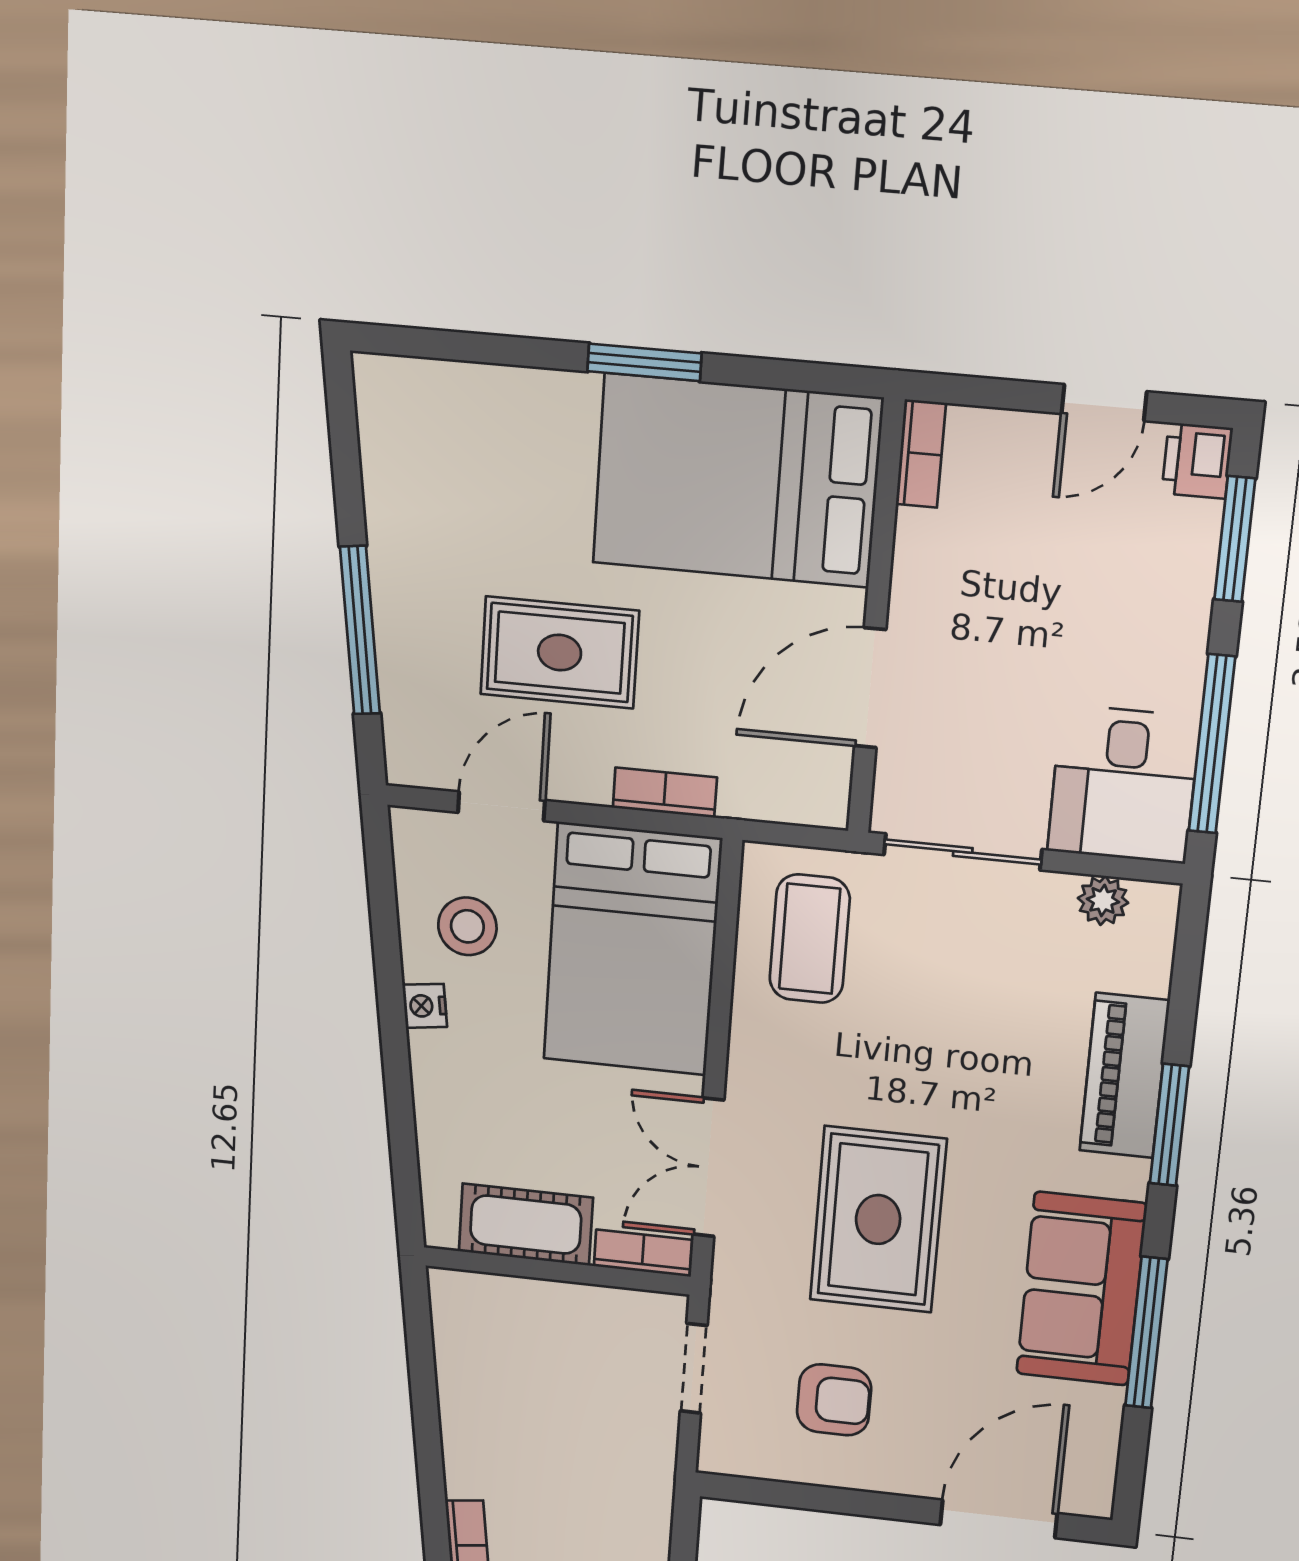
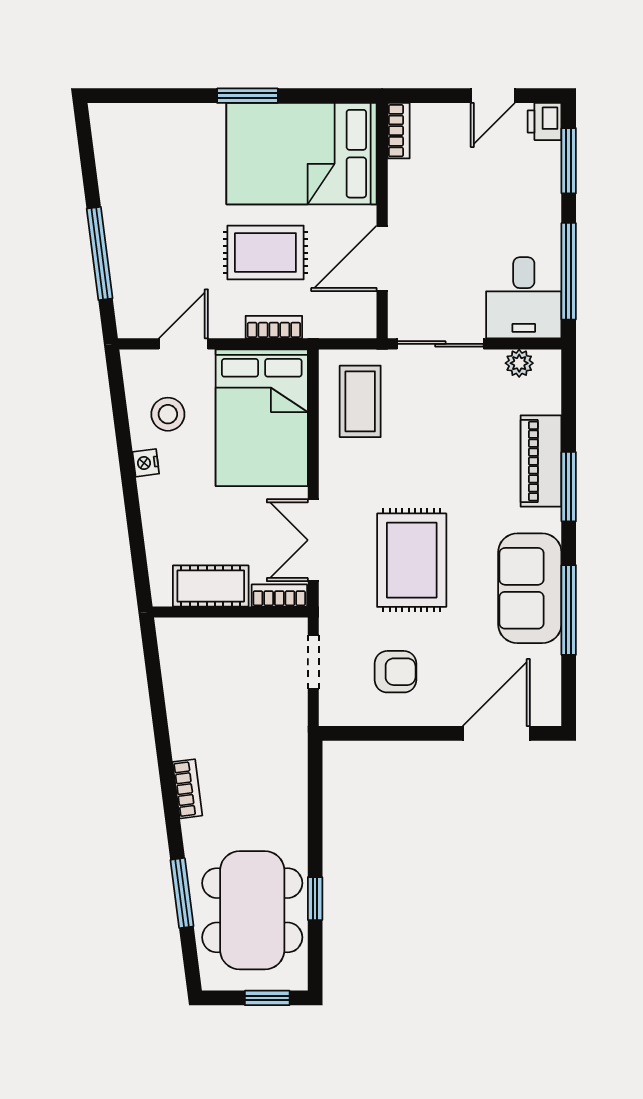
rug: (560, 652) -> (265, 253), moved

